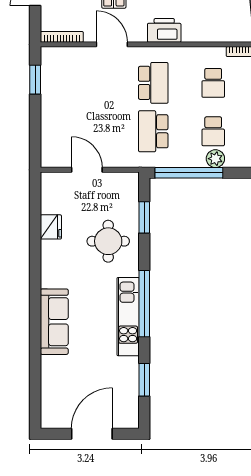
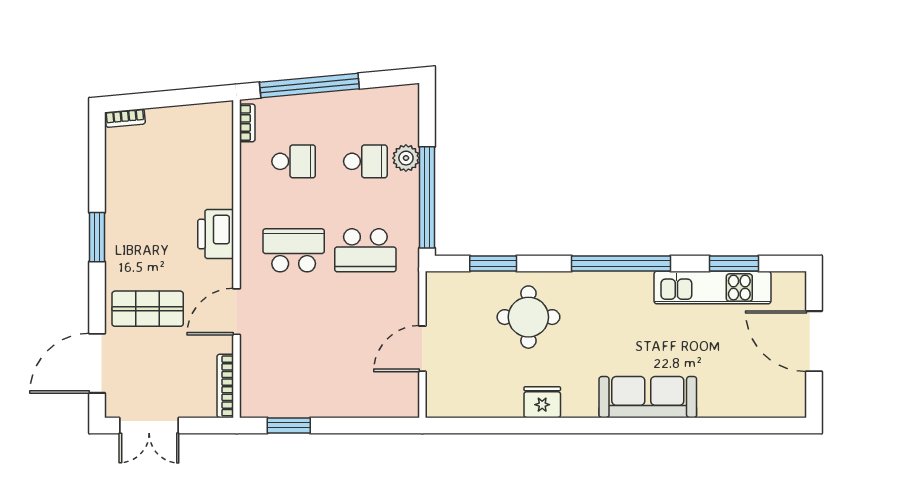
fridge: (51, 227) -> (542, 402), moved
kitchen unit: (128, 317) -> (712, 288), moved

